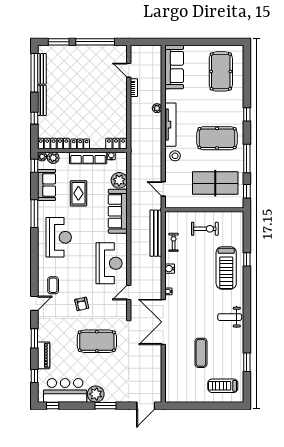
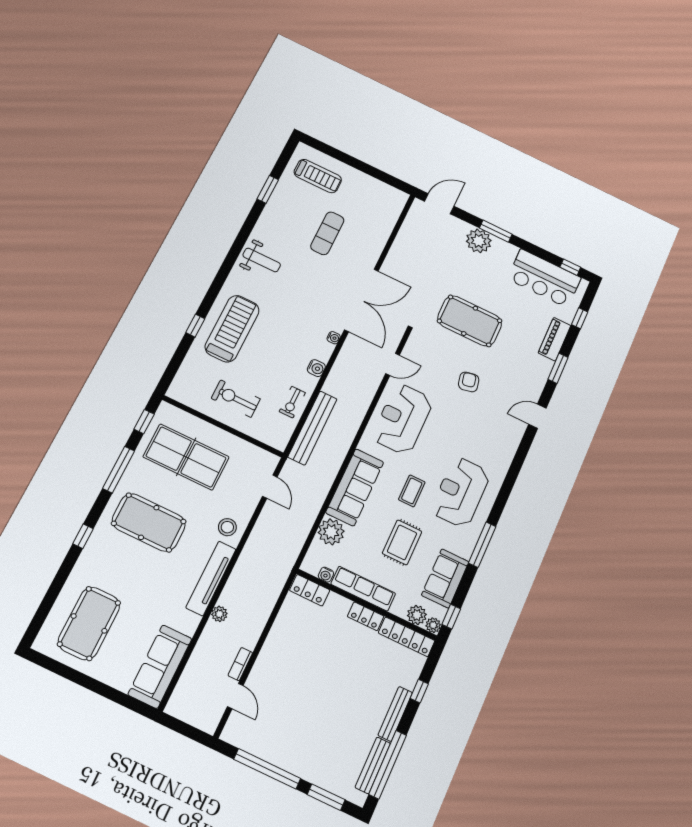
coffee table: (53, 285) -> (412, 491), moved
plant: (96, 394) -> (479, 241), moved

